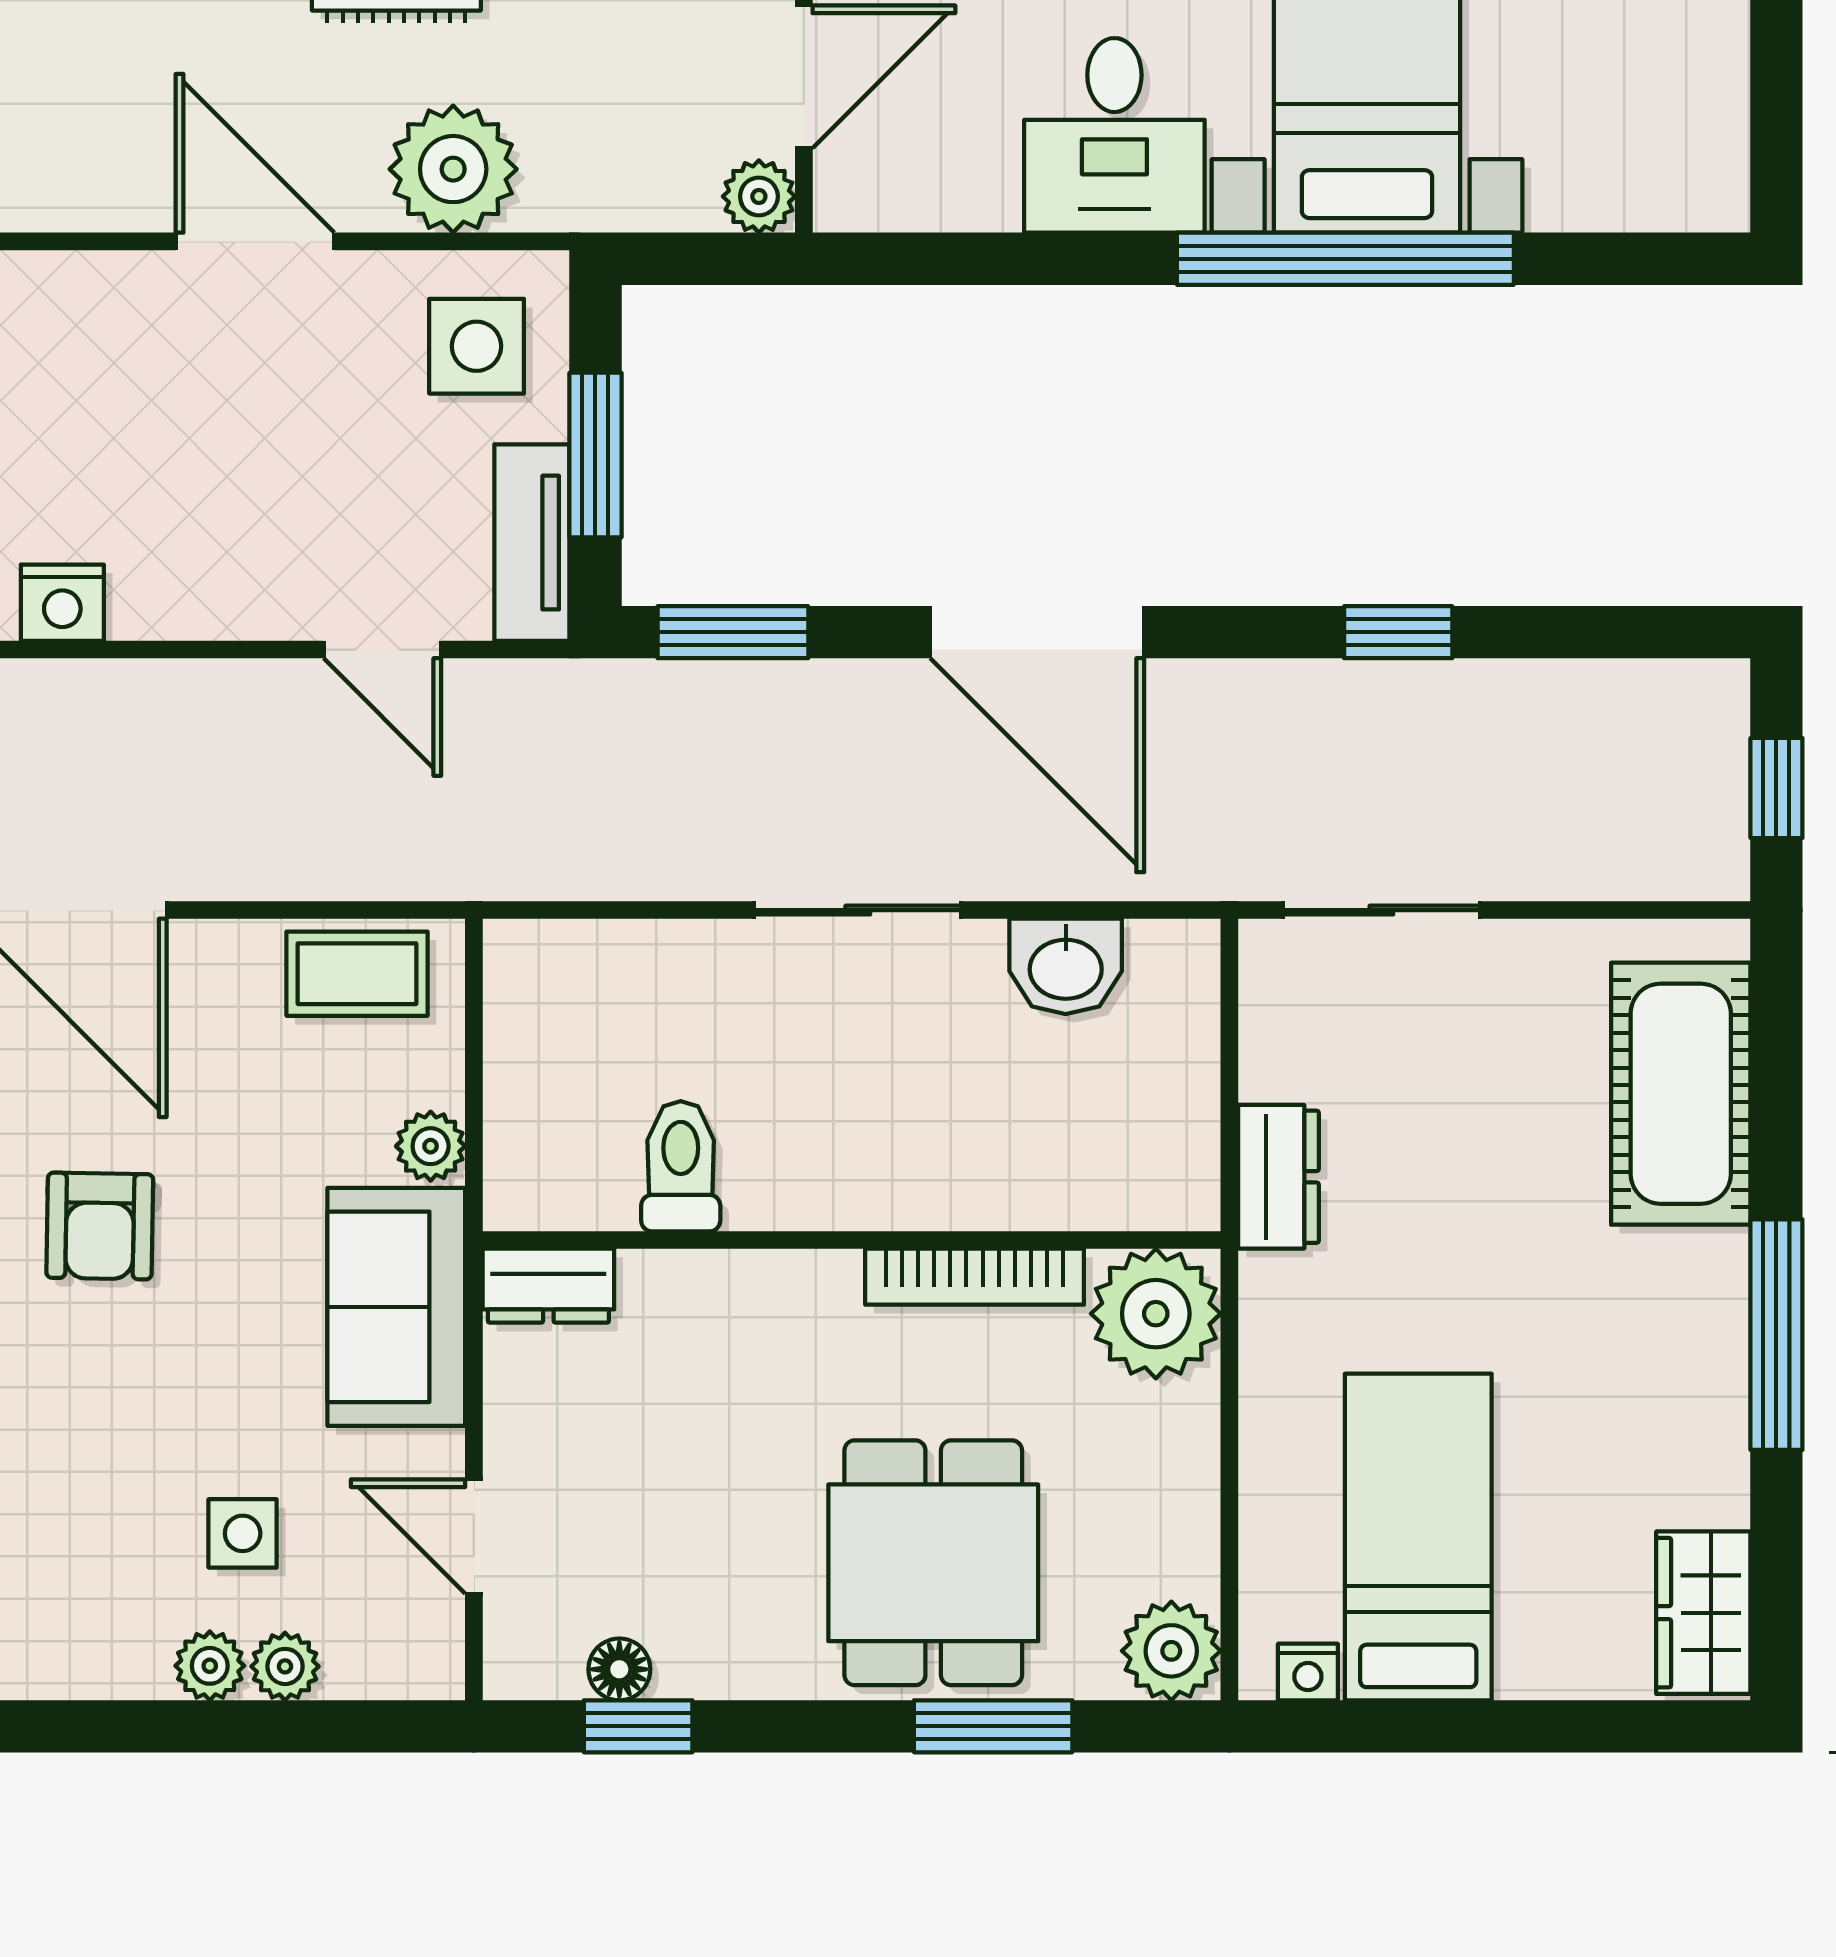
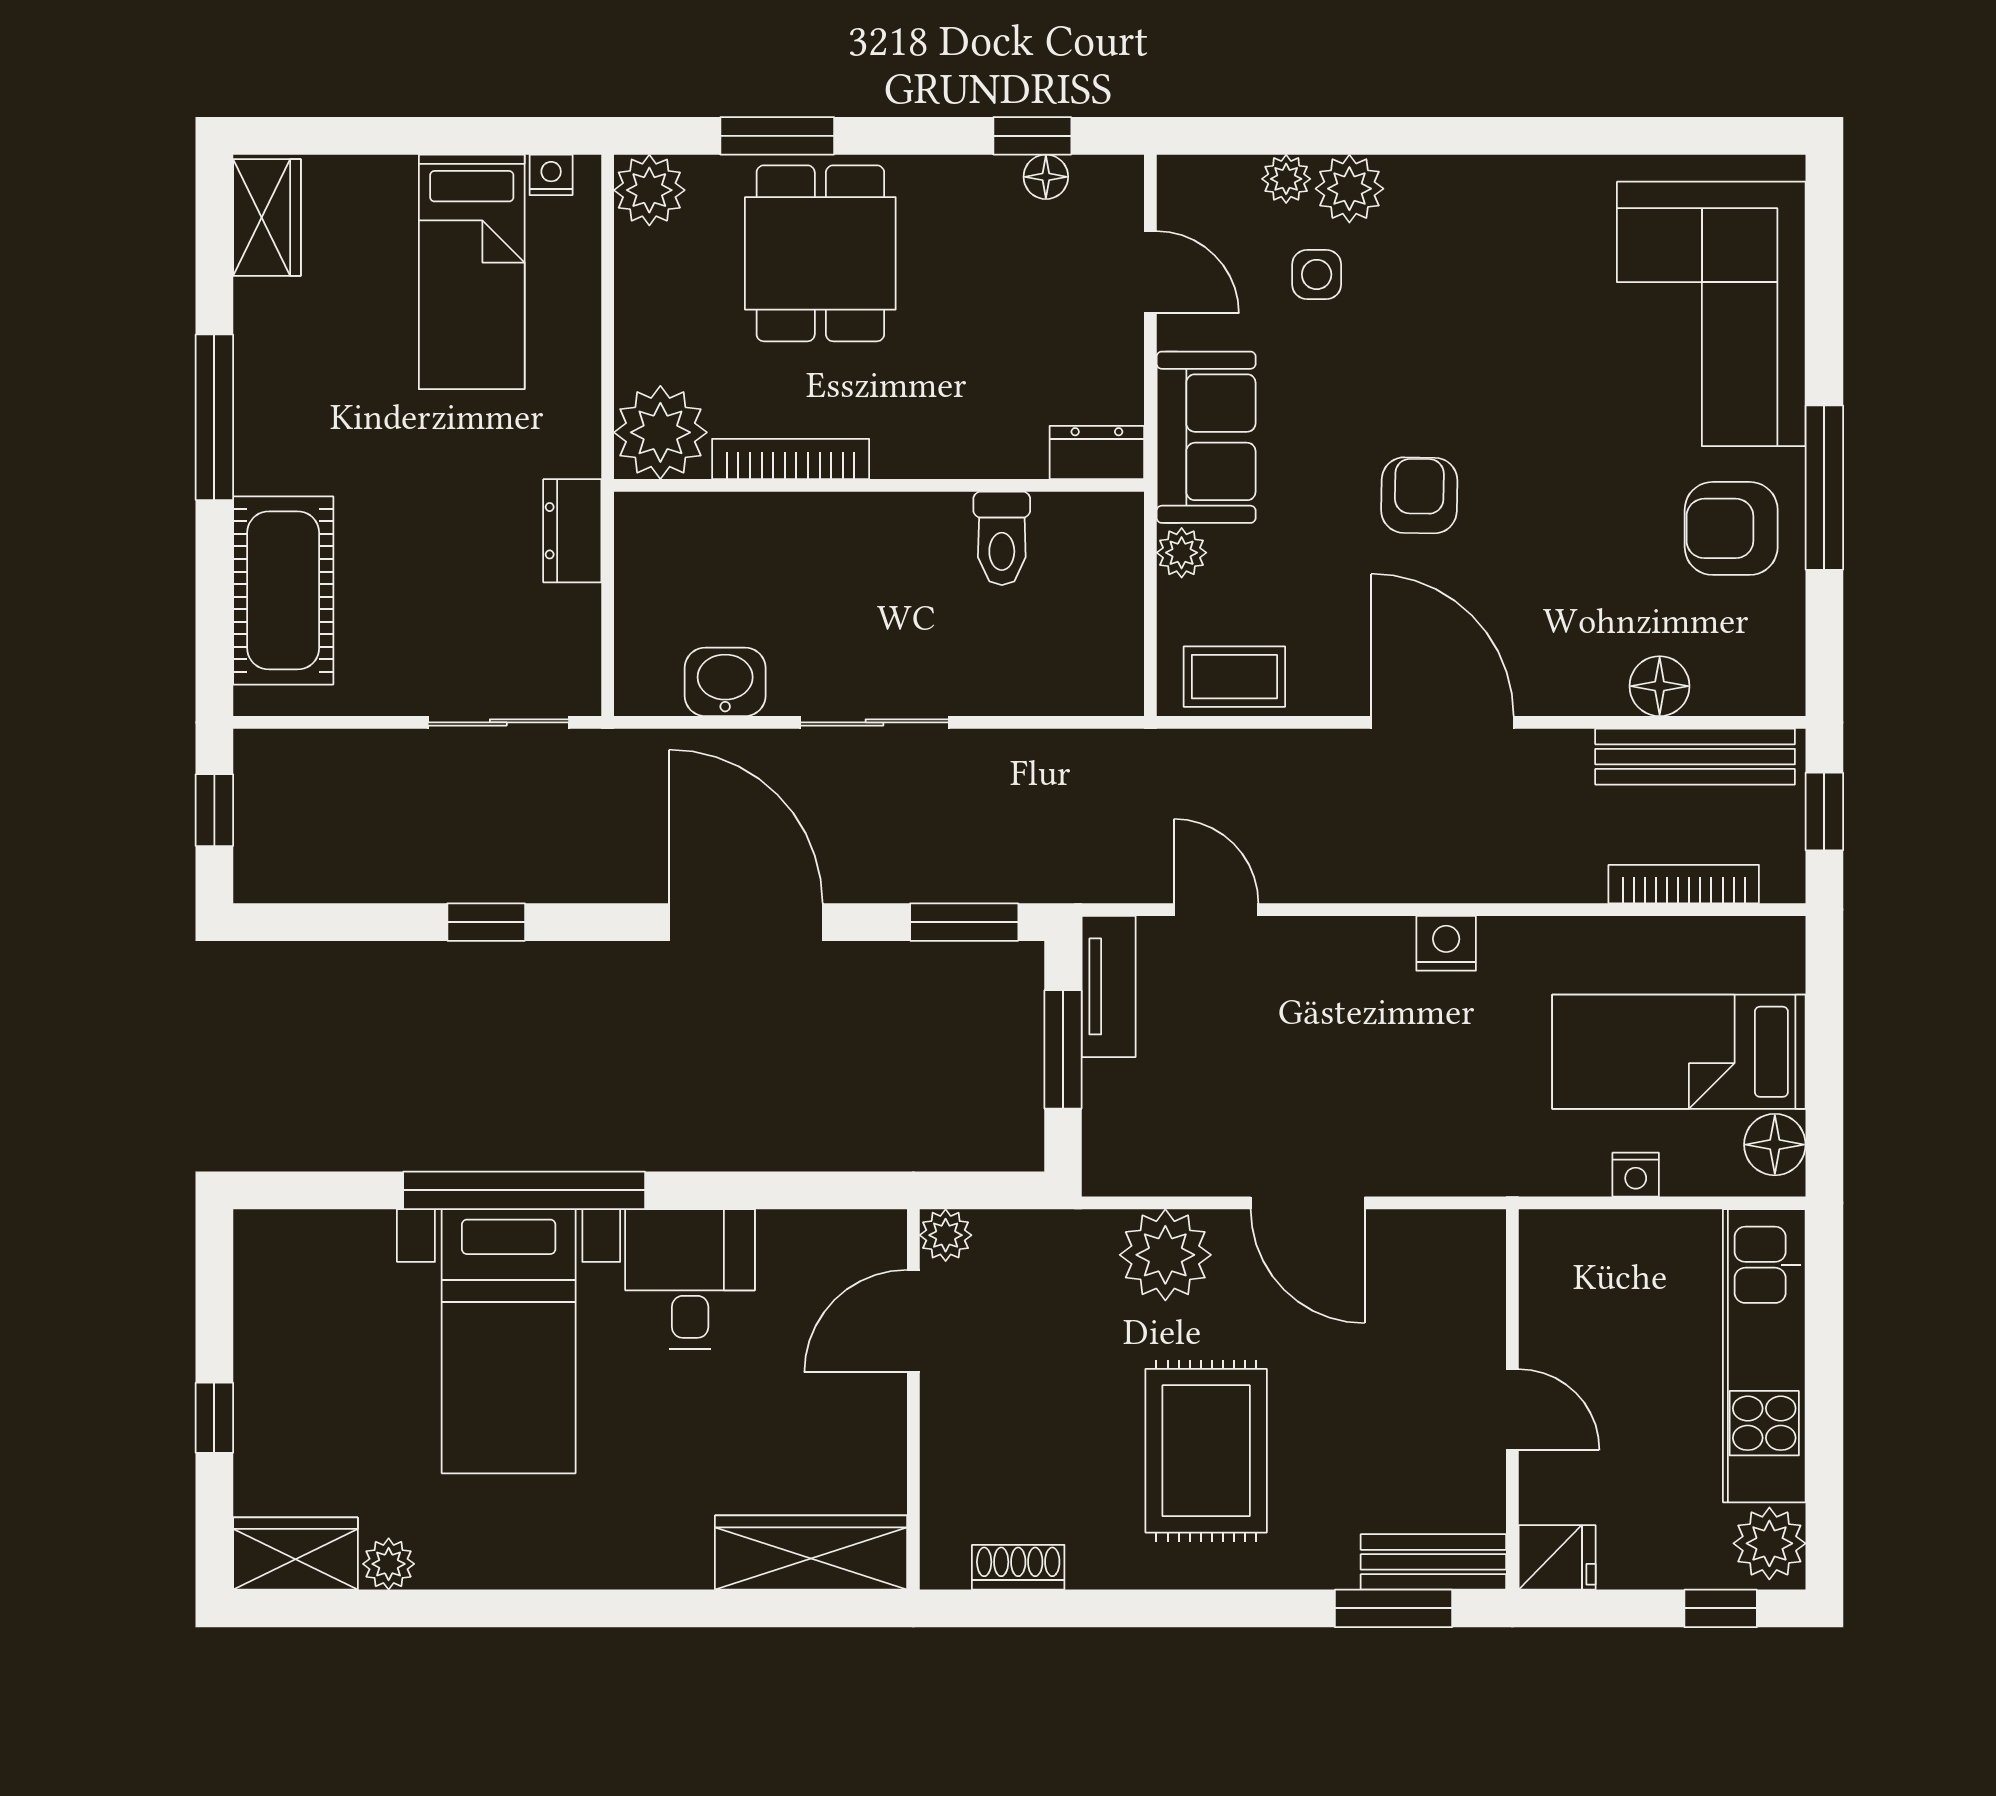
side table: (477, 346) -> (1148, 1128), removed
plant: (210, 1666) -> (1349, 189), width x1.38, depth x1.38

